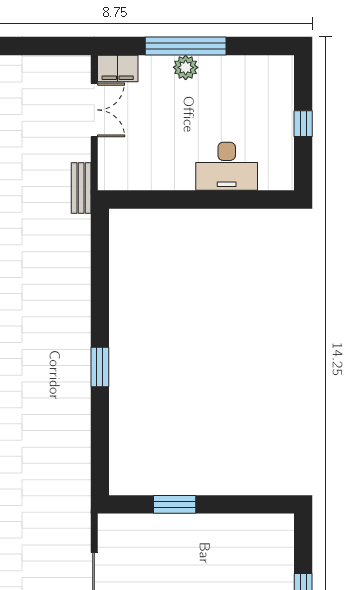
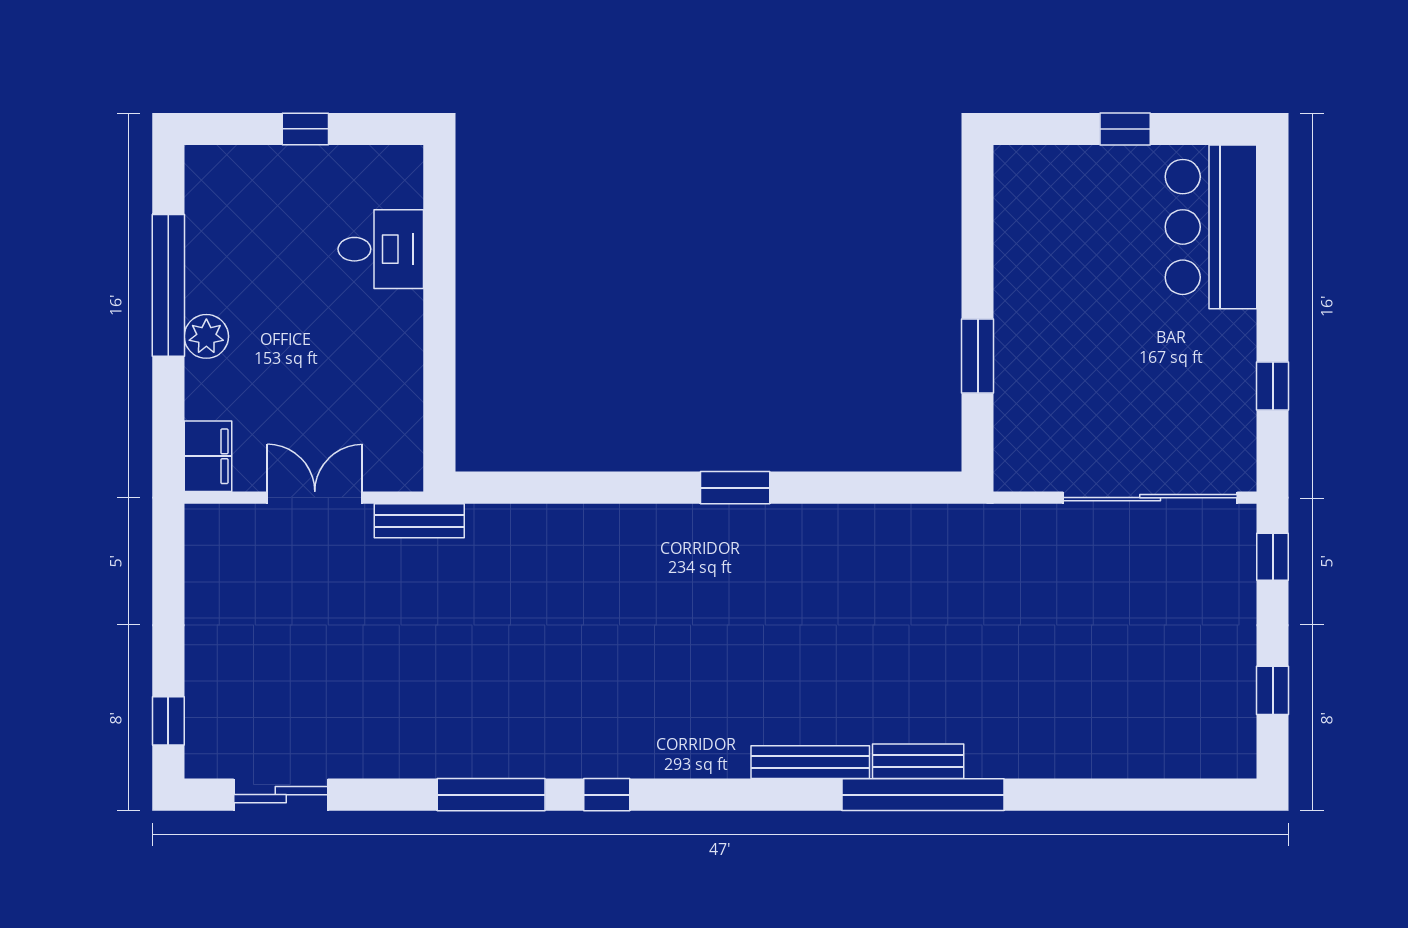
window: (186, 46) -> (168, 285), moved
double door: (94, 110) -> (315, 498), moved
desk: (227, 166) -> (381, 249), width x0.73

